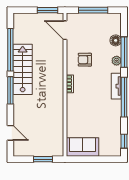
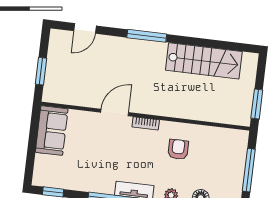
door: (65, 30) -> (115, 112), moved
window: (10, 50) -> (206, 43), removed
stairs: (23, 69) -> (204, 61), moved

